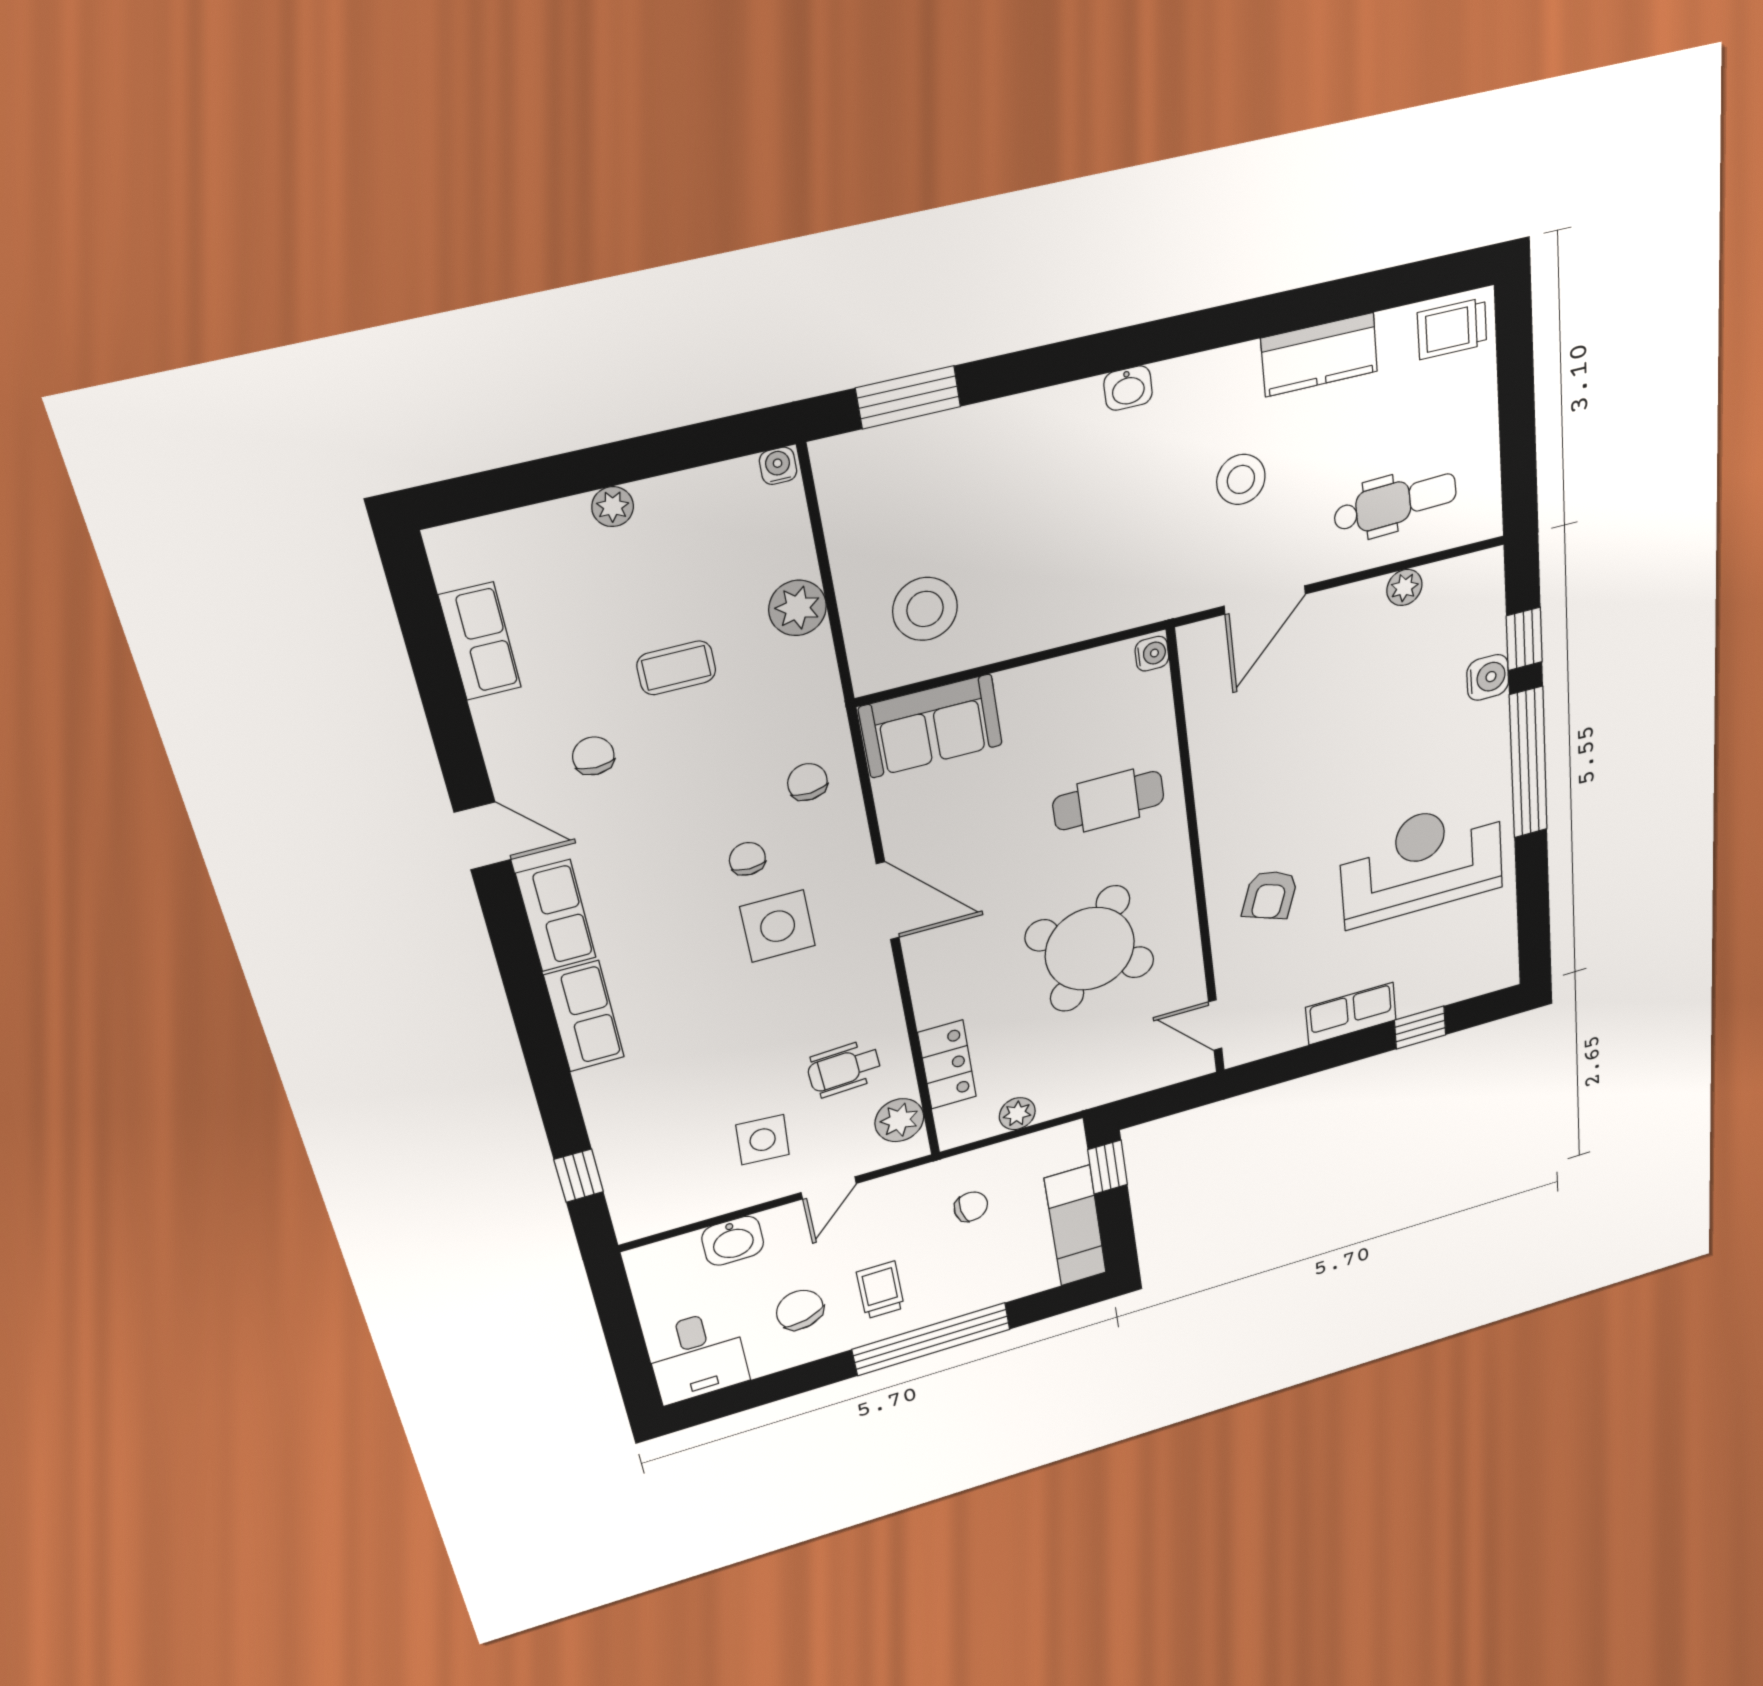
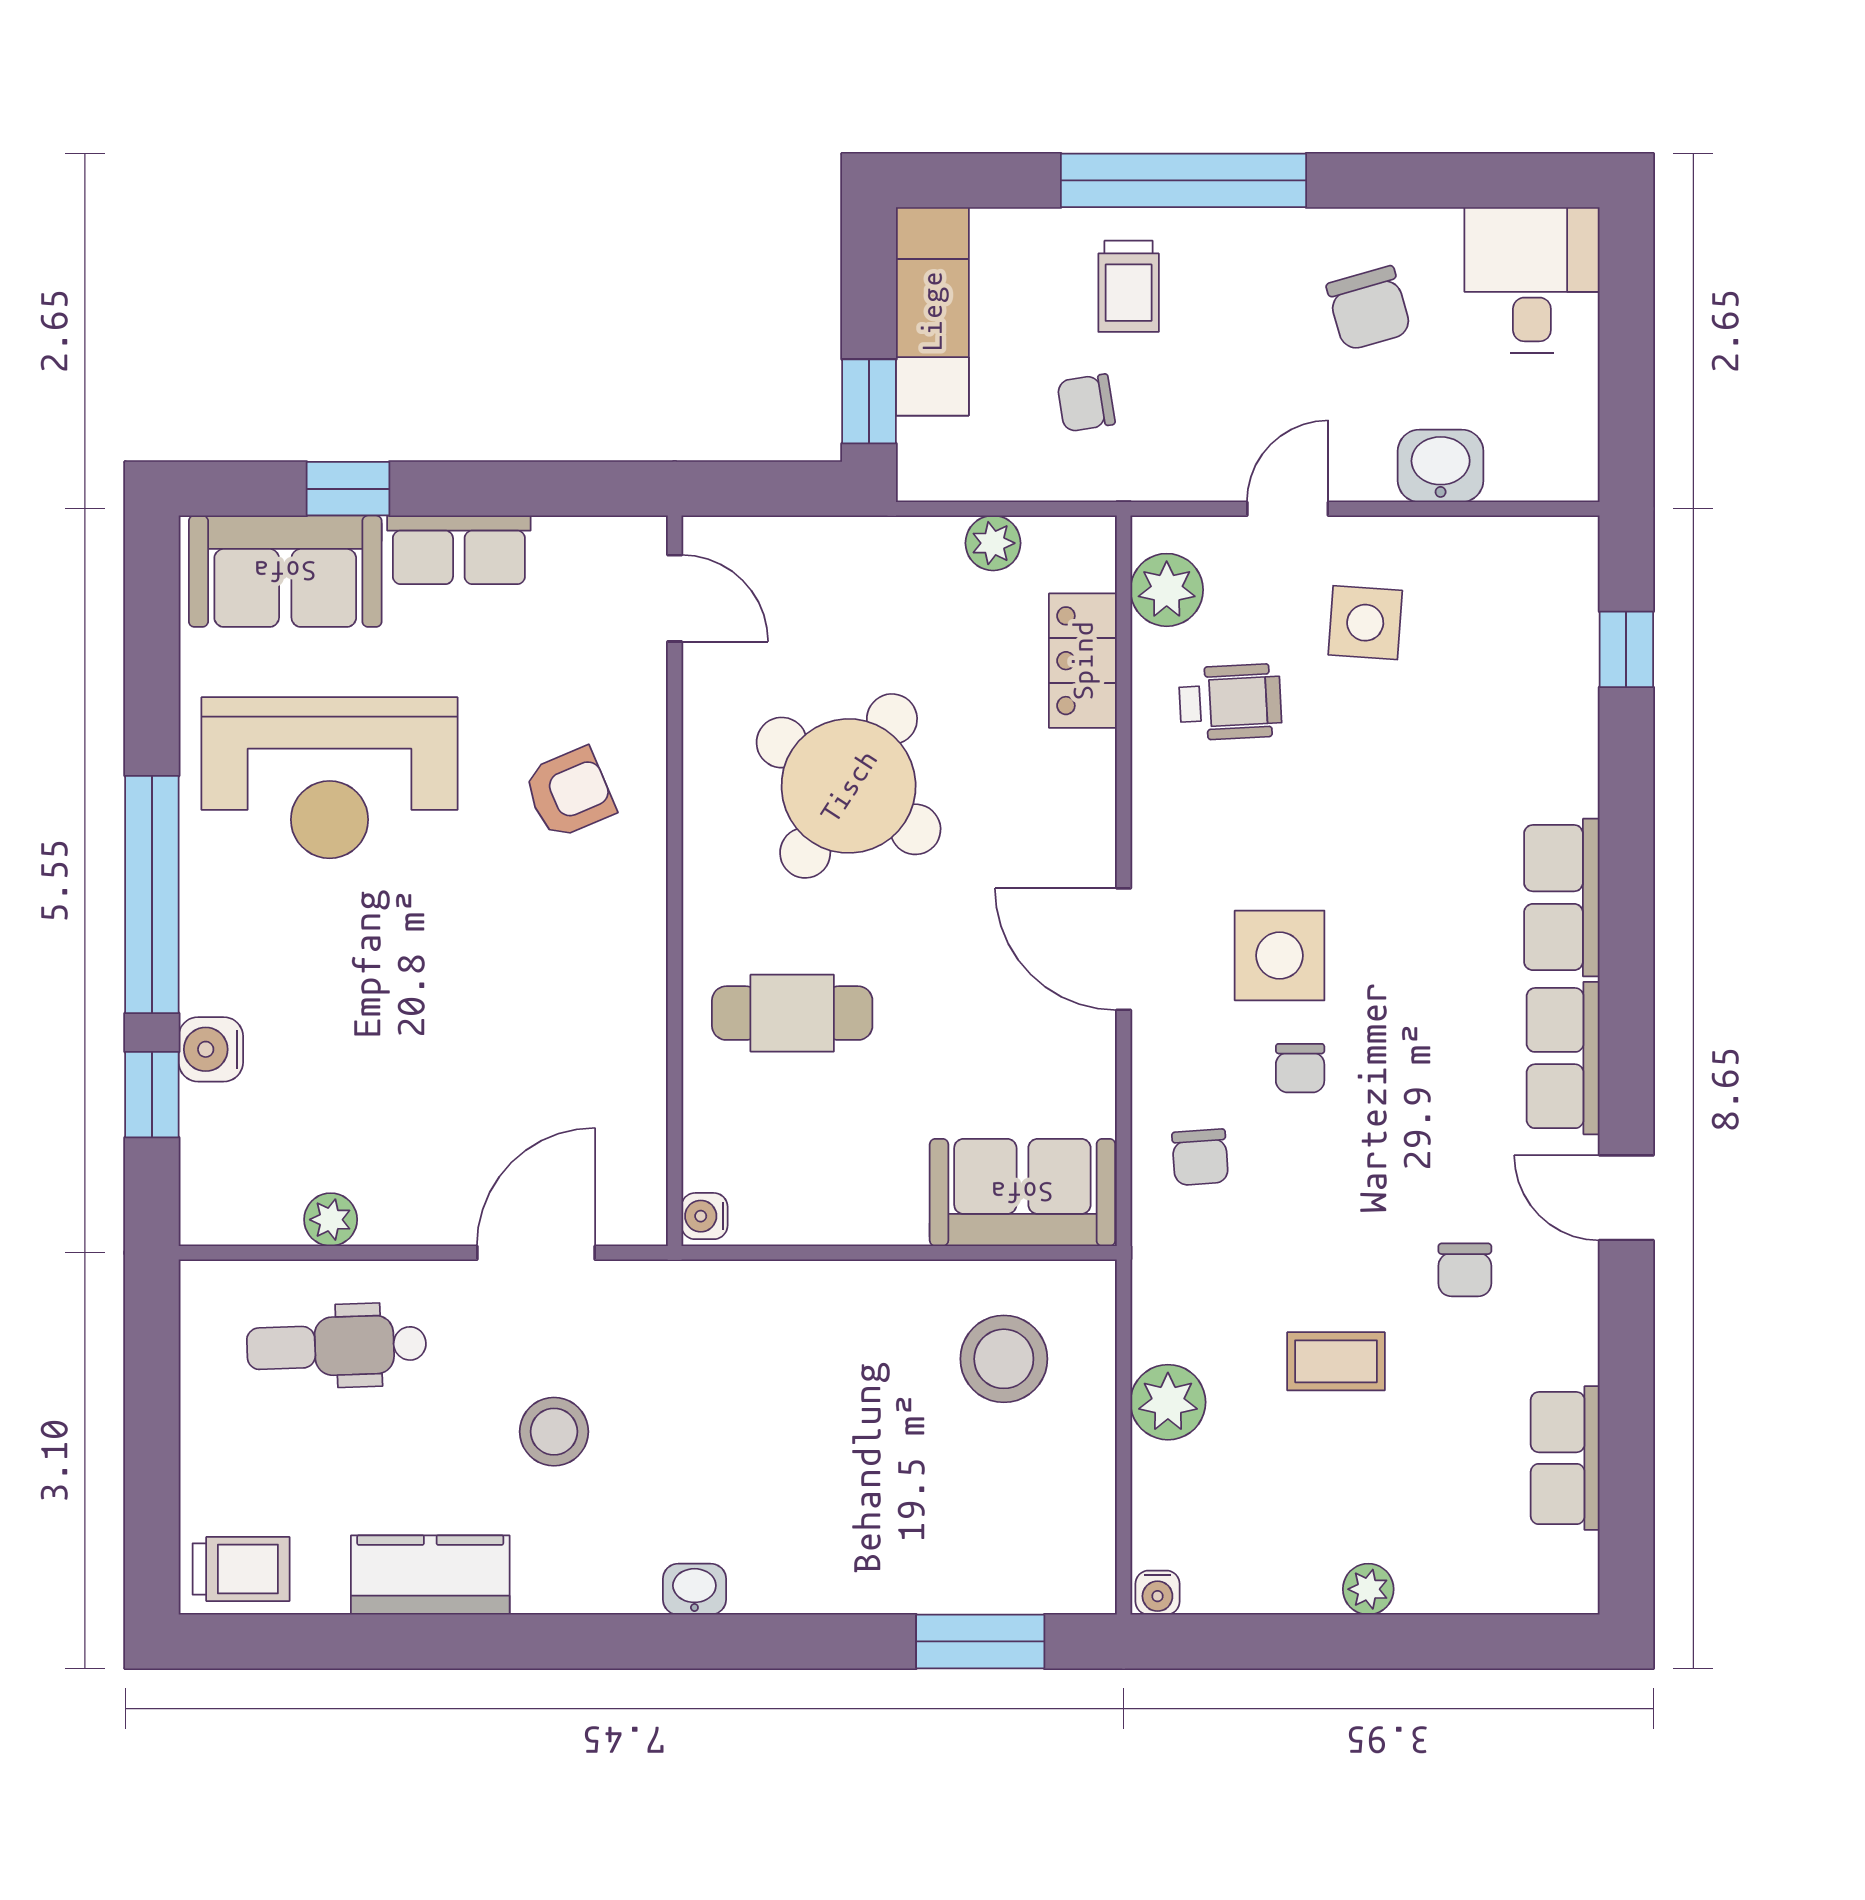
armchair: (1270, 895) -> (569, 793), turned 47
sofa: (1455, 972) -> (285, 571), added
trolley: (881, 1290) -> (1129, 286), moved

